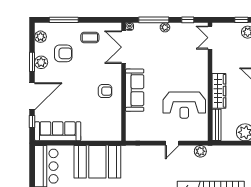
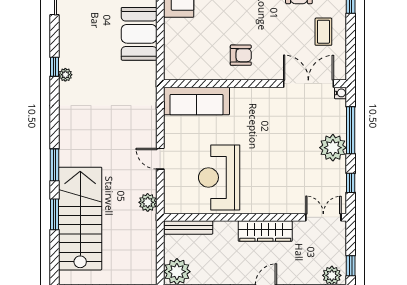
plant: (165, 27) -> (333, 148), width x1.88, depth x1.88
sofa: (135, 90) -> (196, 101), moved
armchair: (105, 91) -> (241, 55), turned -90
wardrobe: (219, 91) -> (265, 231), moved
booth: (97, 162) -> (139, 34), width x0.73, depth x0.70

